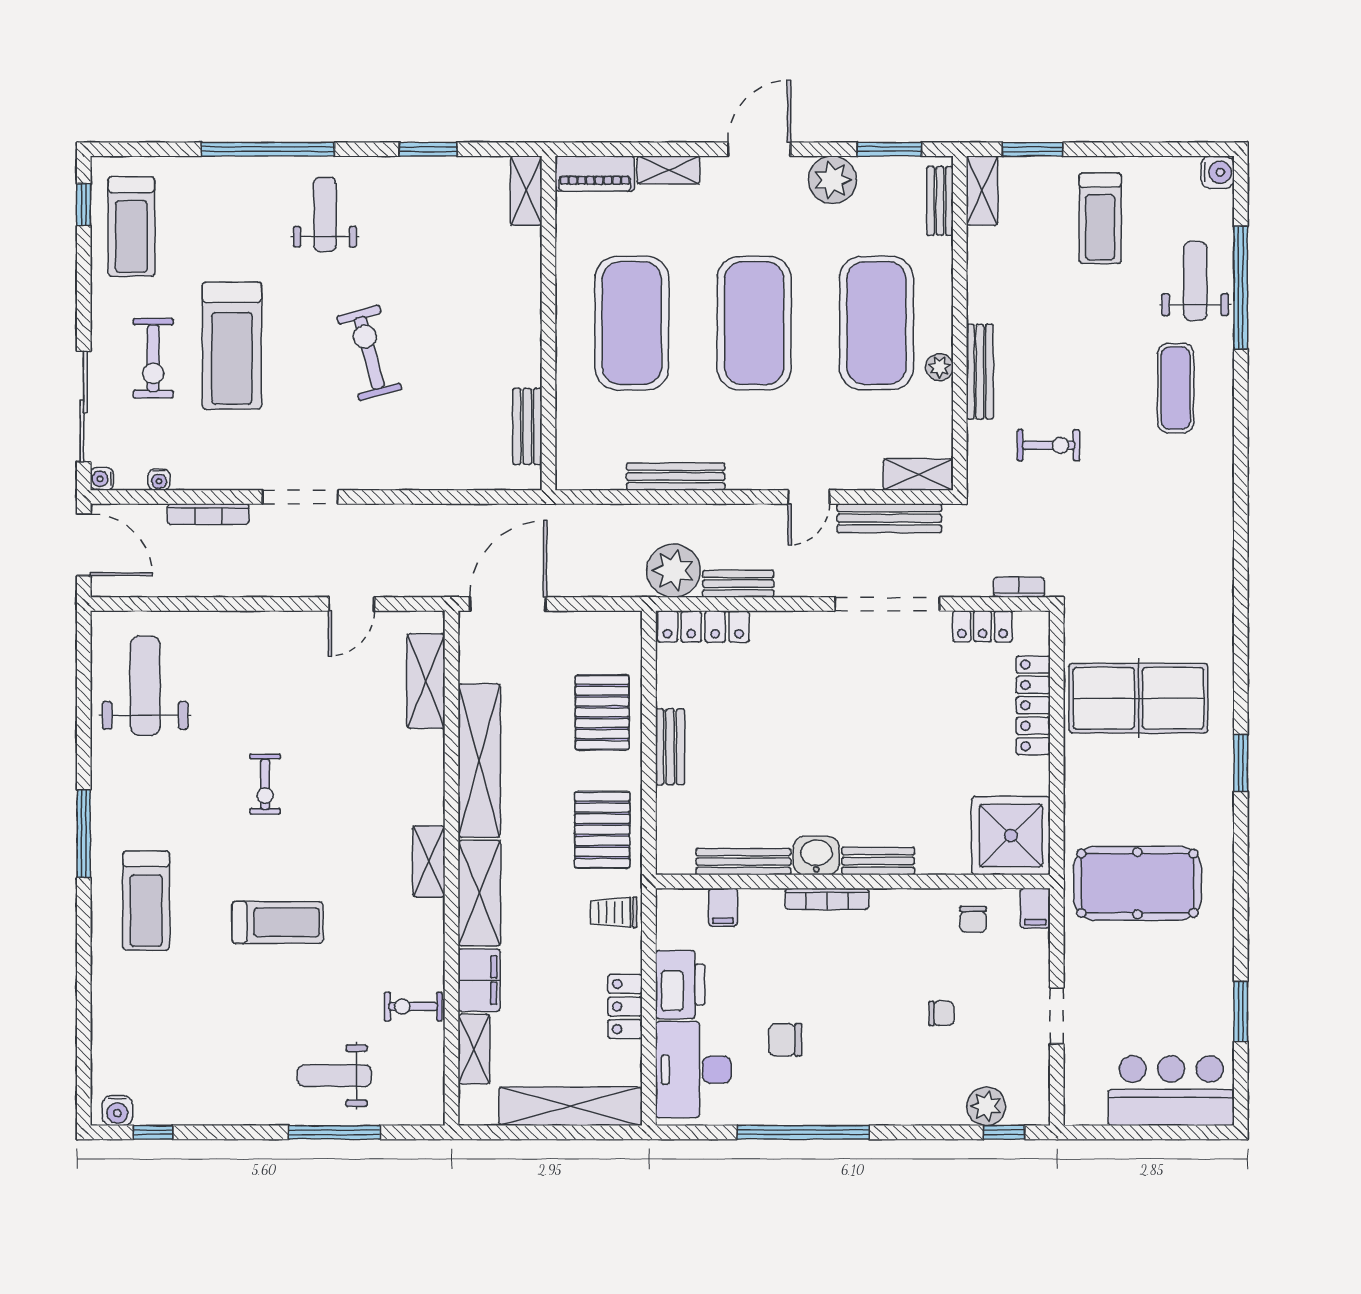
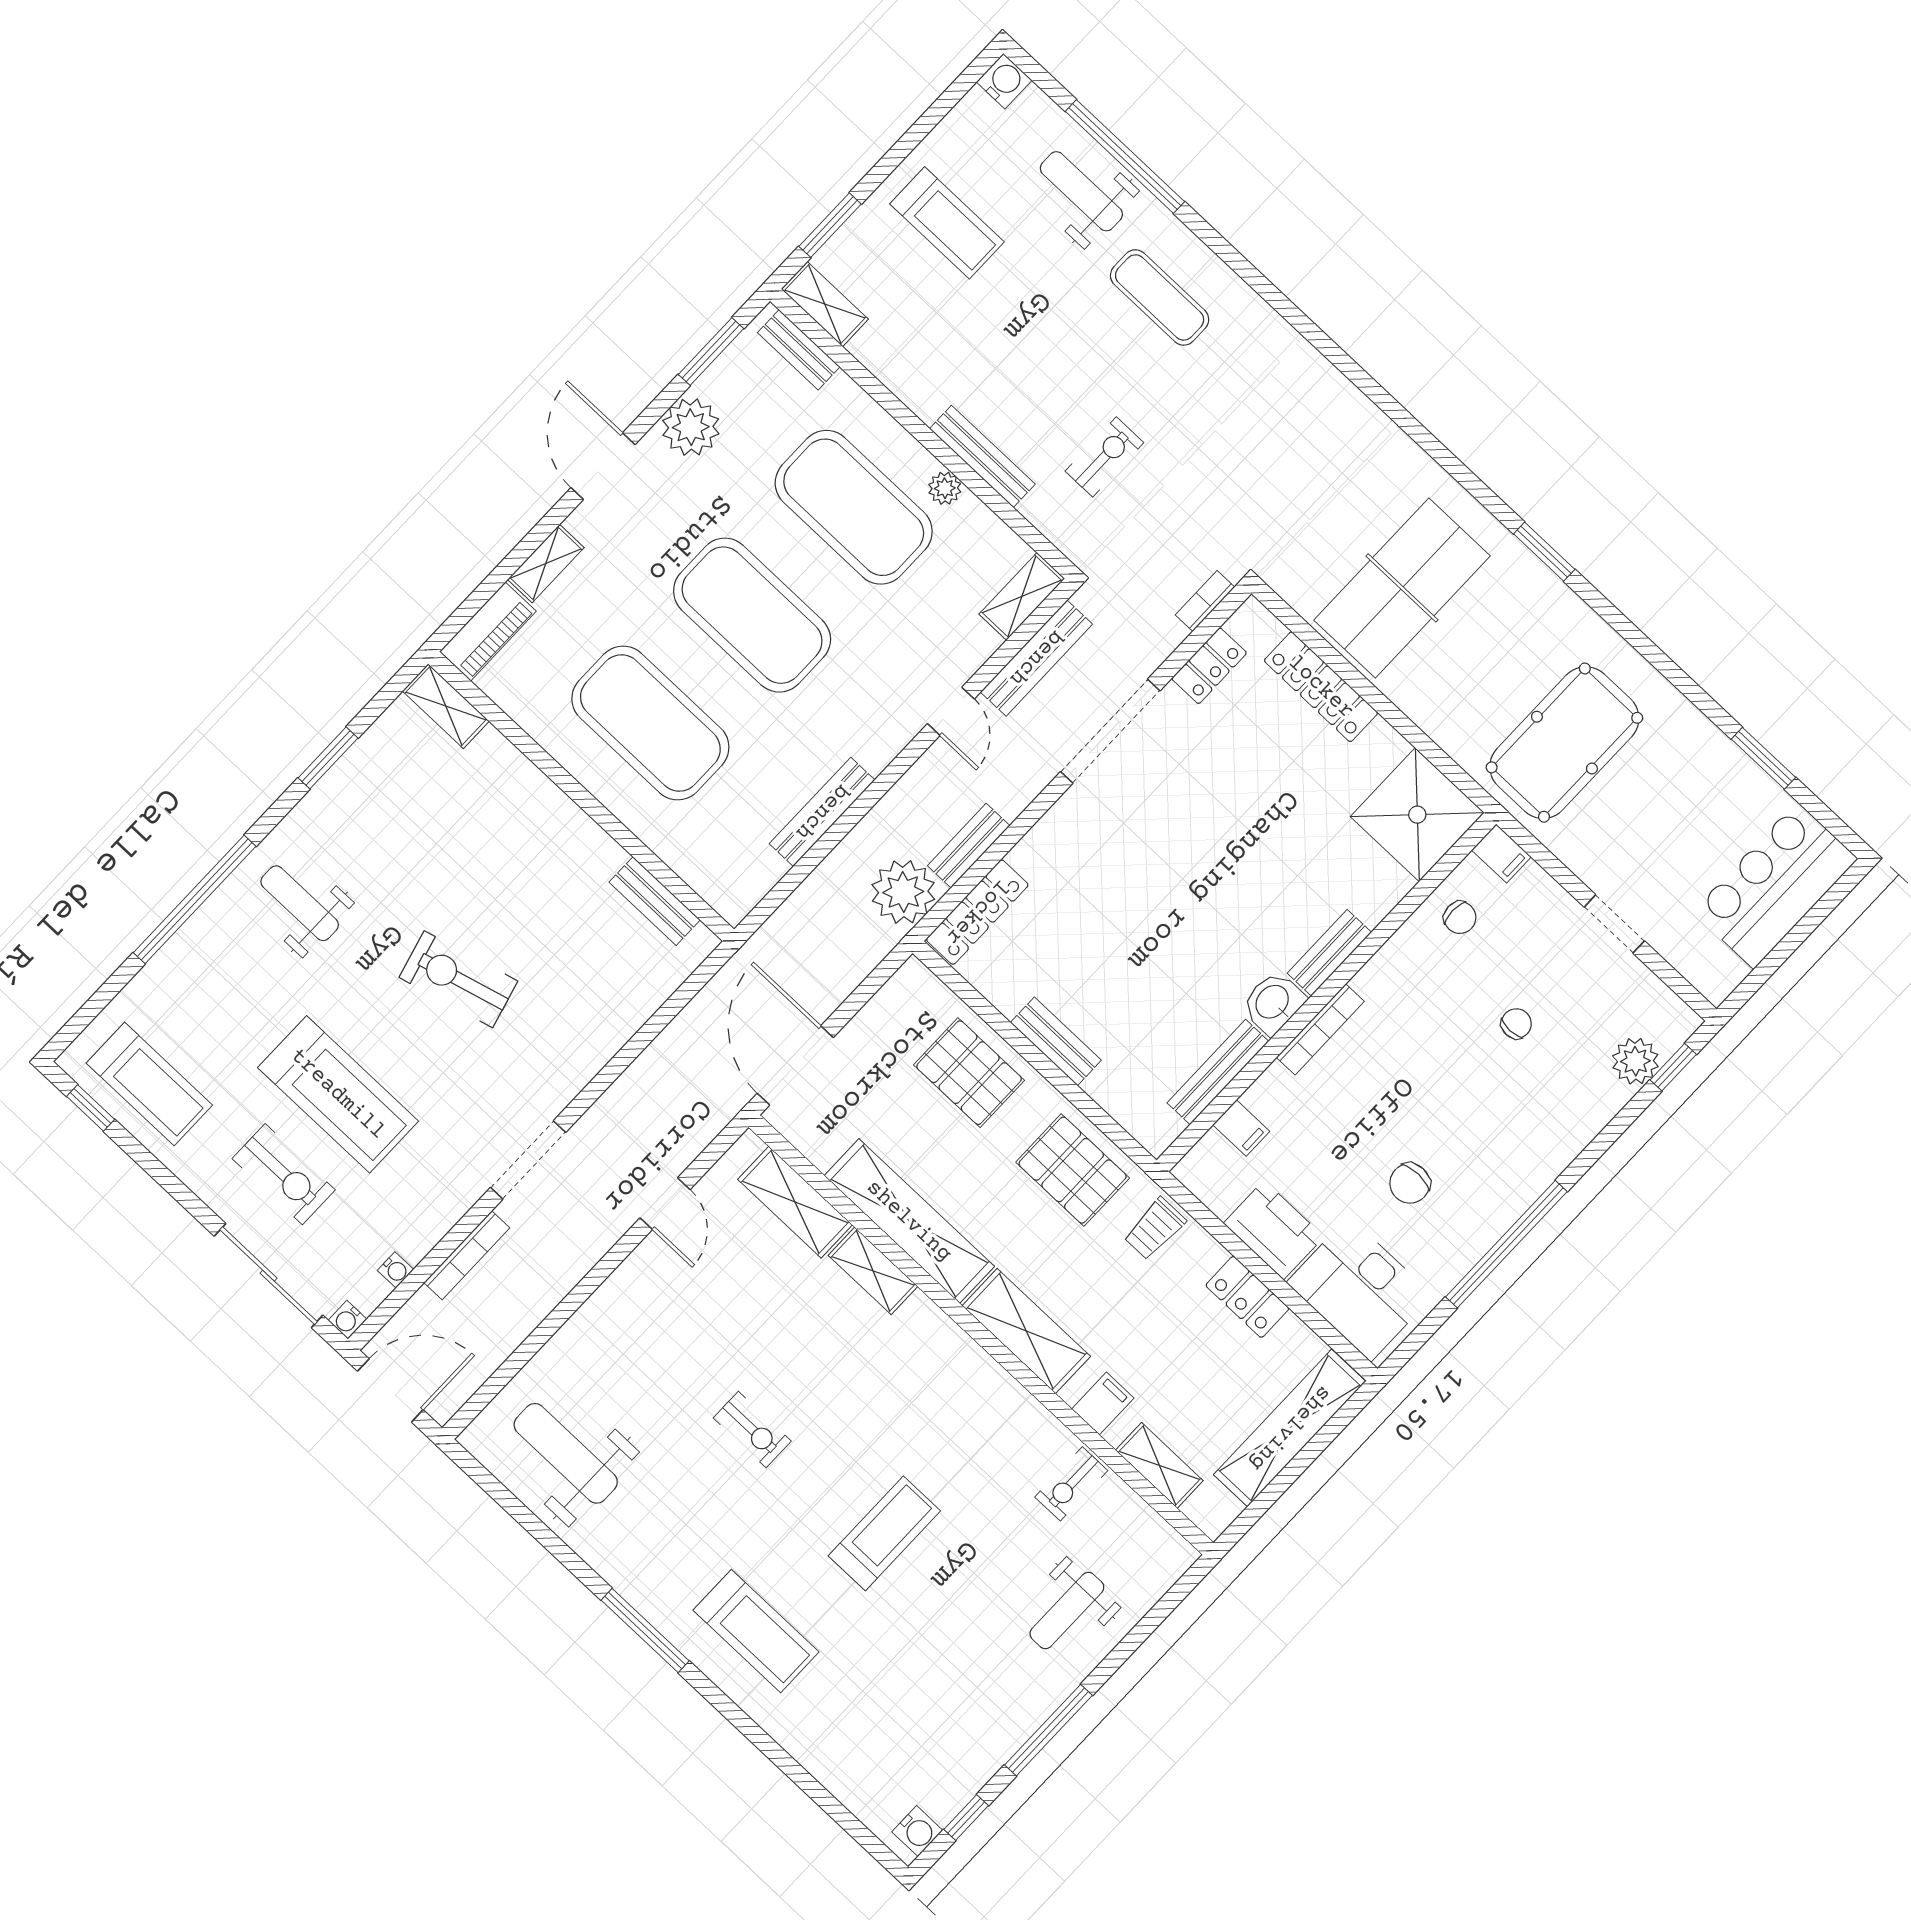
shelving: (429, 861) -> (873, 1271), moved
filing cabinet: (479, 980) -> (1103, 1403), width x0.50
window: (334, 1132) -> (1049, 1730), moved

